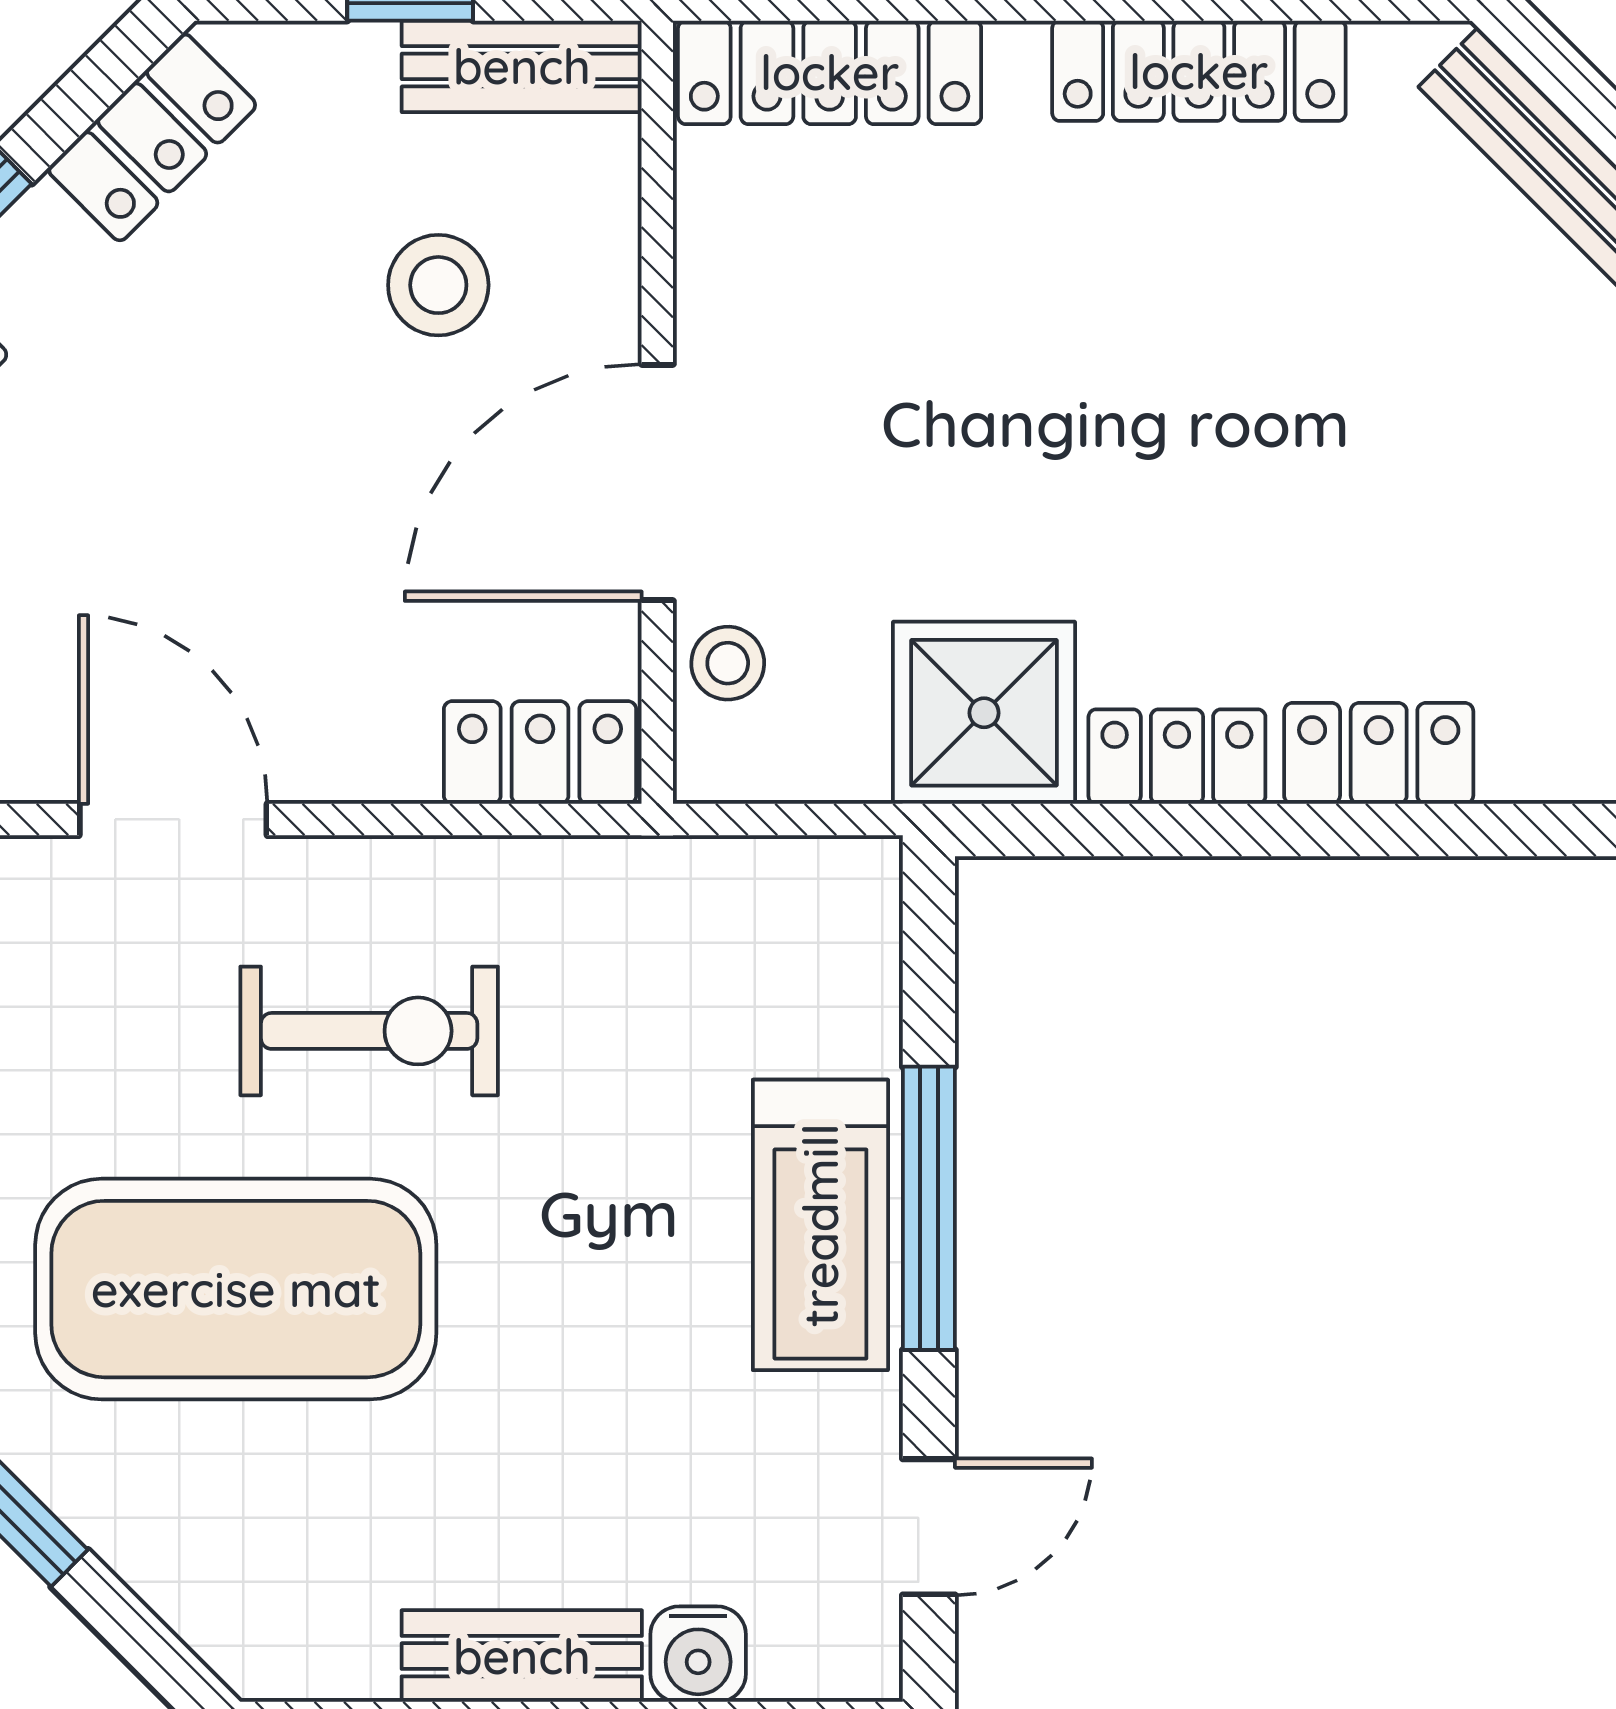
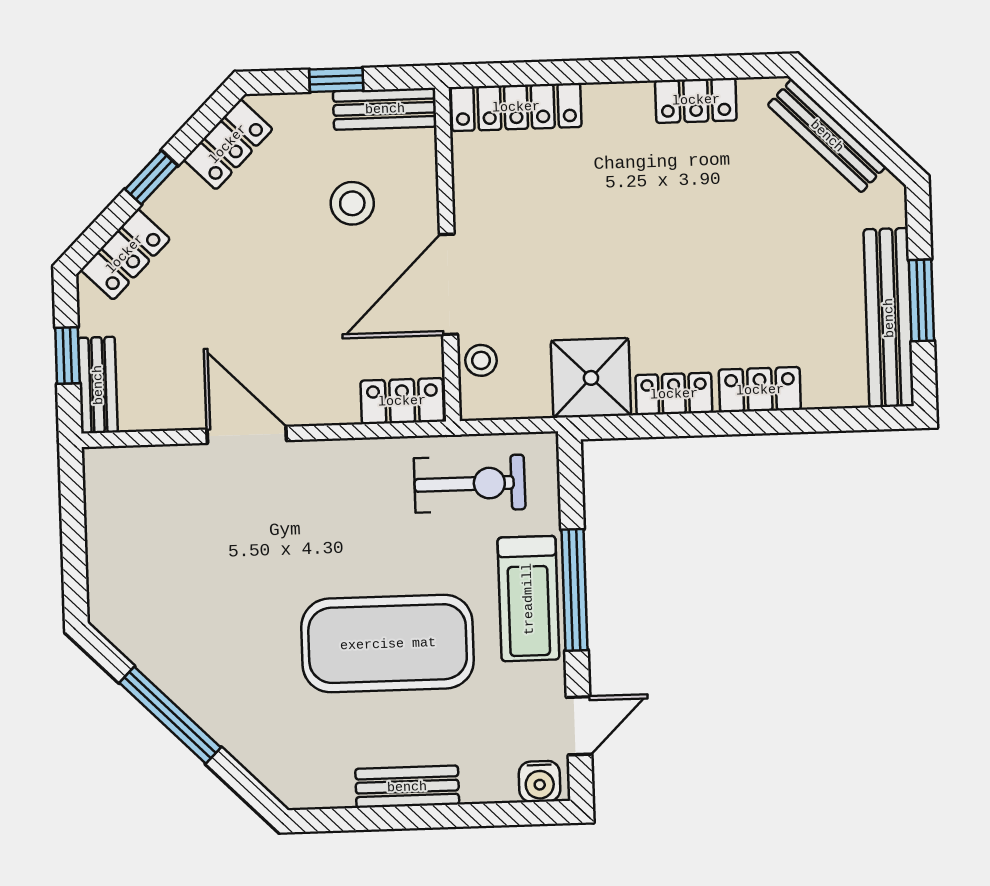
locker: (1199, 71) -> (696, 100), width x0.66
exercise bike: (369, 1031) -> (470, 484), moved
exercise mat: (236, 1289) -> (388, 644), moved
water cooler: (698, 1654) -> (540, 781), moved

